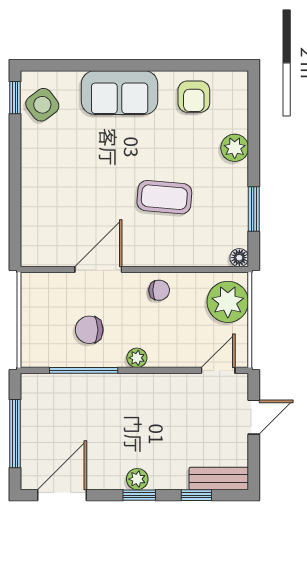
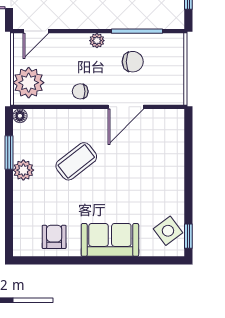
plant: (235, 148) -> (23, 170), moved
coffee table: (164, 197) -> (76, 161), turned -43

